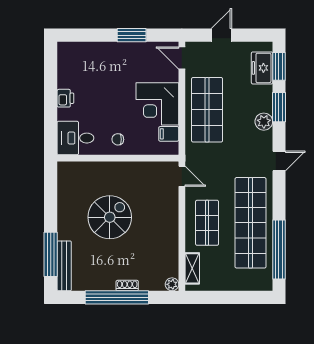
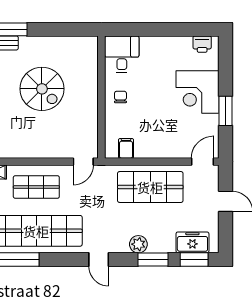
printer: (65, 98) -> (202, 44), moved
corner desk: (157, 104) -> (198, 92), moved, turned -90

